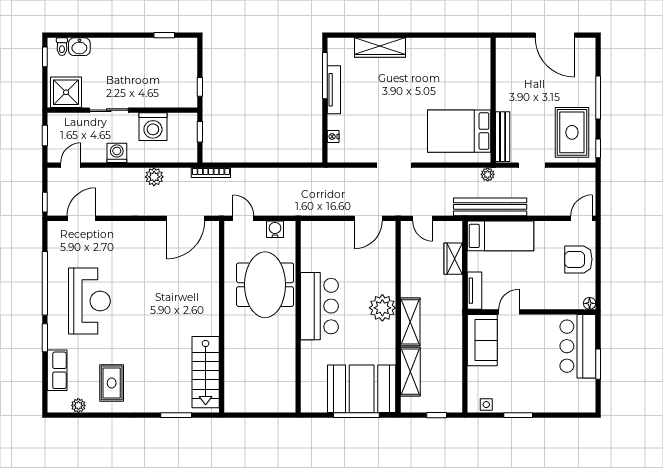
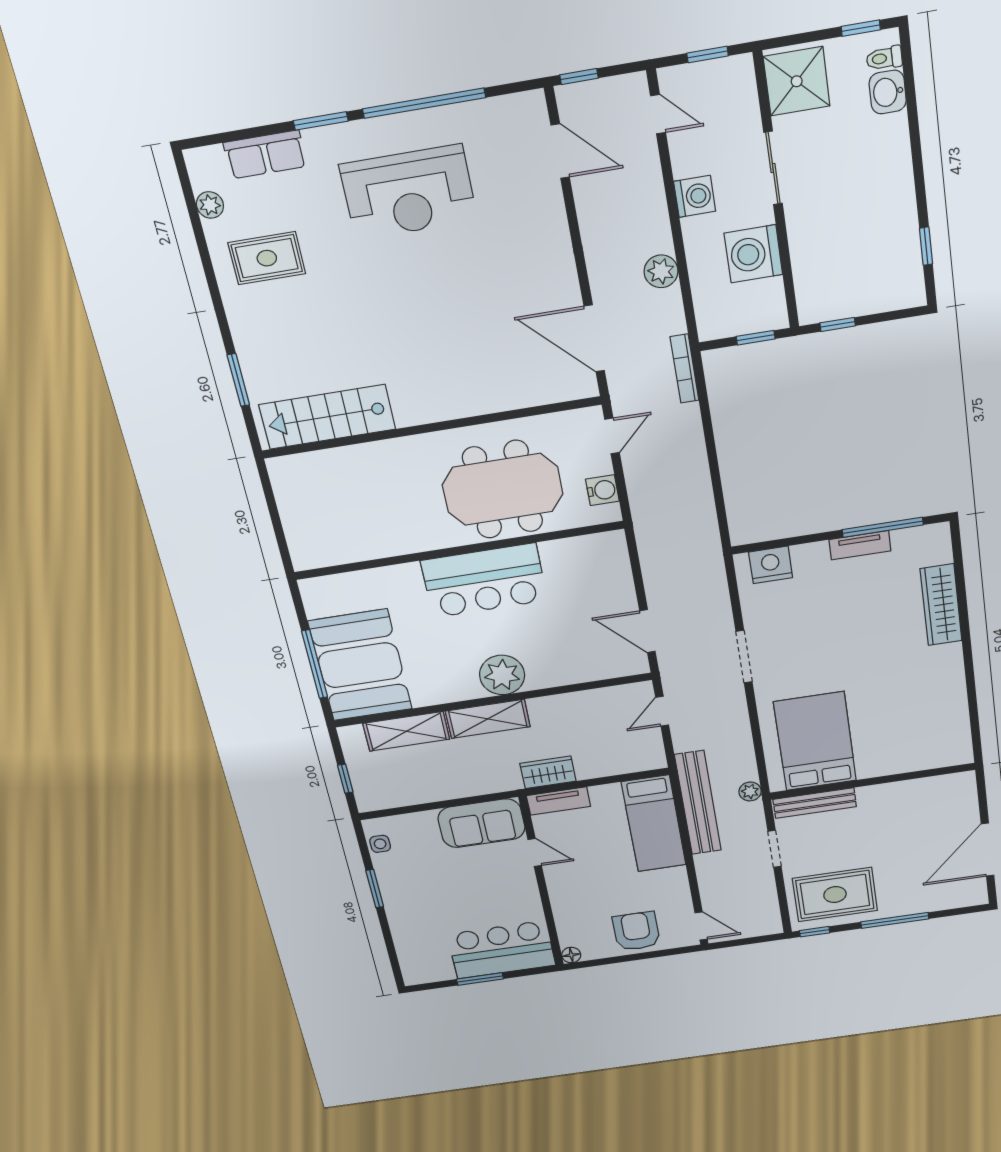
tv unit: (334, 90) -> (860, 545), width x0.71
nightstand: (333, 137) -> (771, 565), width x1.89, depth x1.79
wardrobe: (453, 259) -> (548, 772), moved

